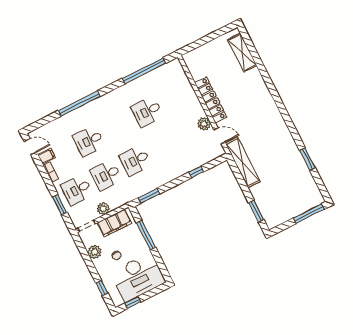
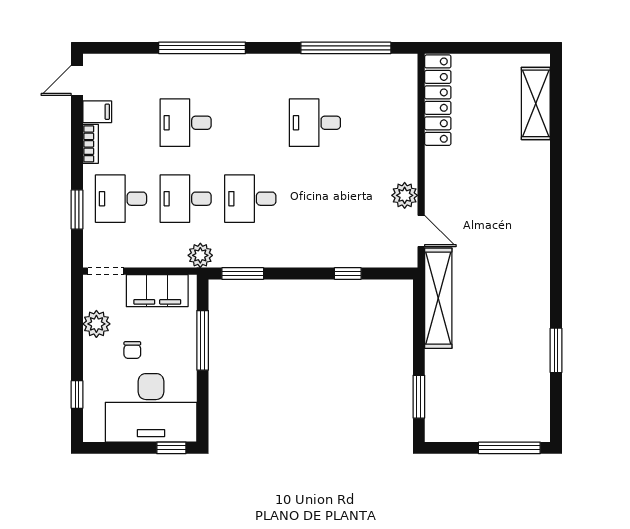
locker: (211, 100) -> (438, 100), moved
door: (30, 147) -> (77, 80), swing flipped
plant: (103, 209) -> (200, 255), moved
window: (133, 303) -> (171, 448), moved

